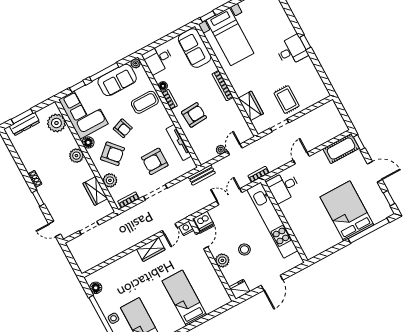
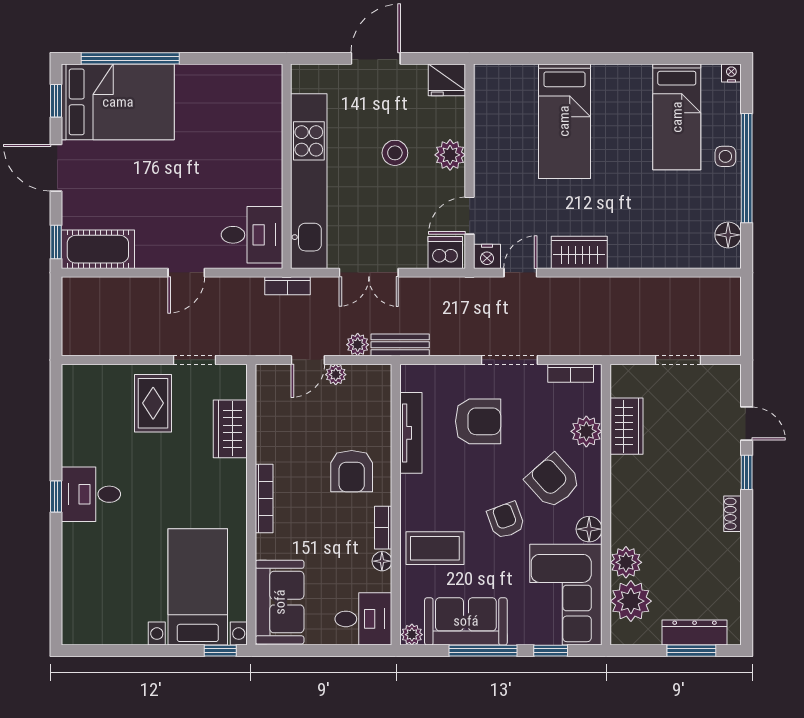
armchair: (194, 115) -> (352, 471), turned -86
plant: (76, 156) -> (626, 562), moved
plant: (218, 166) -> (358, 345), added
bed: (347, 211) -> (118, 102), moved, turned -90
door: (55, 229) -> (747, 423), moved

